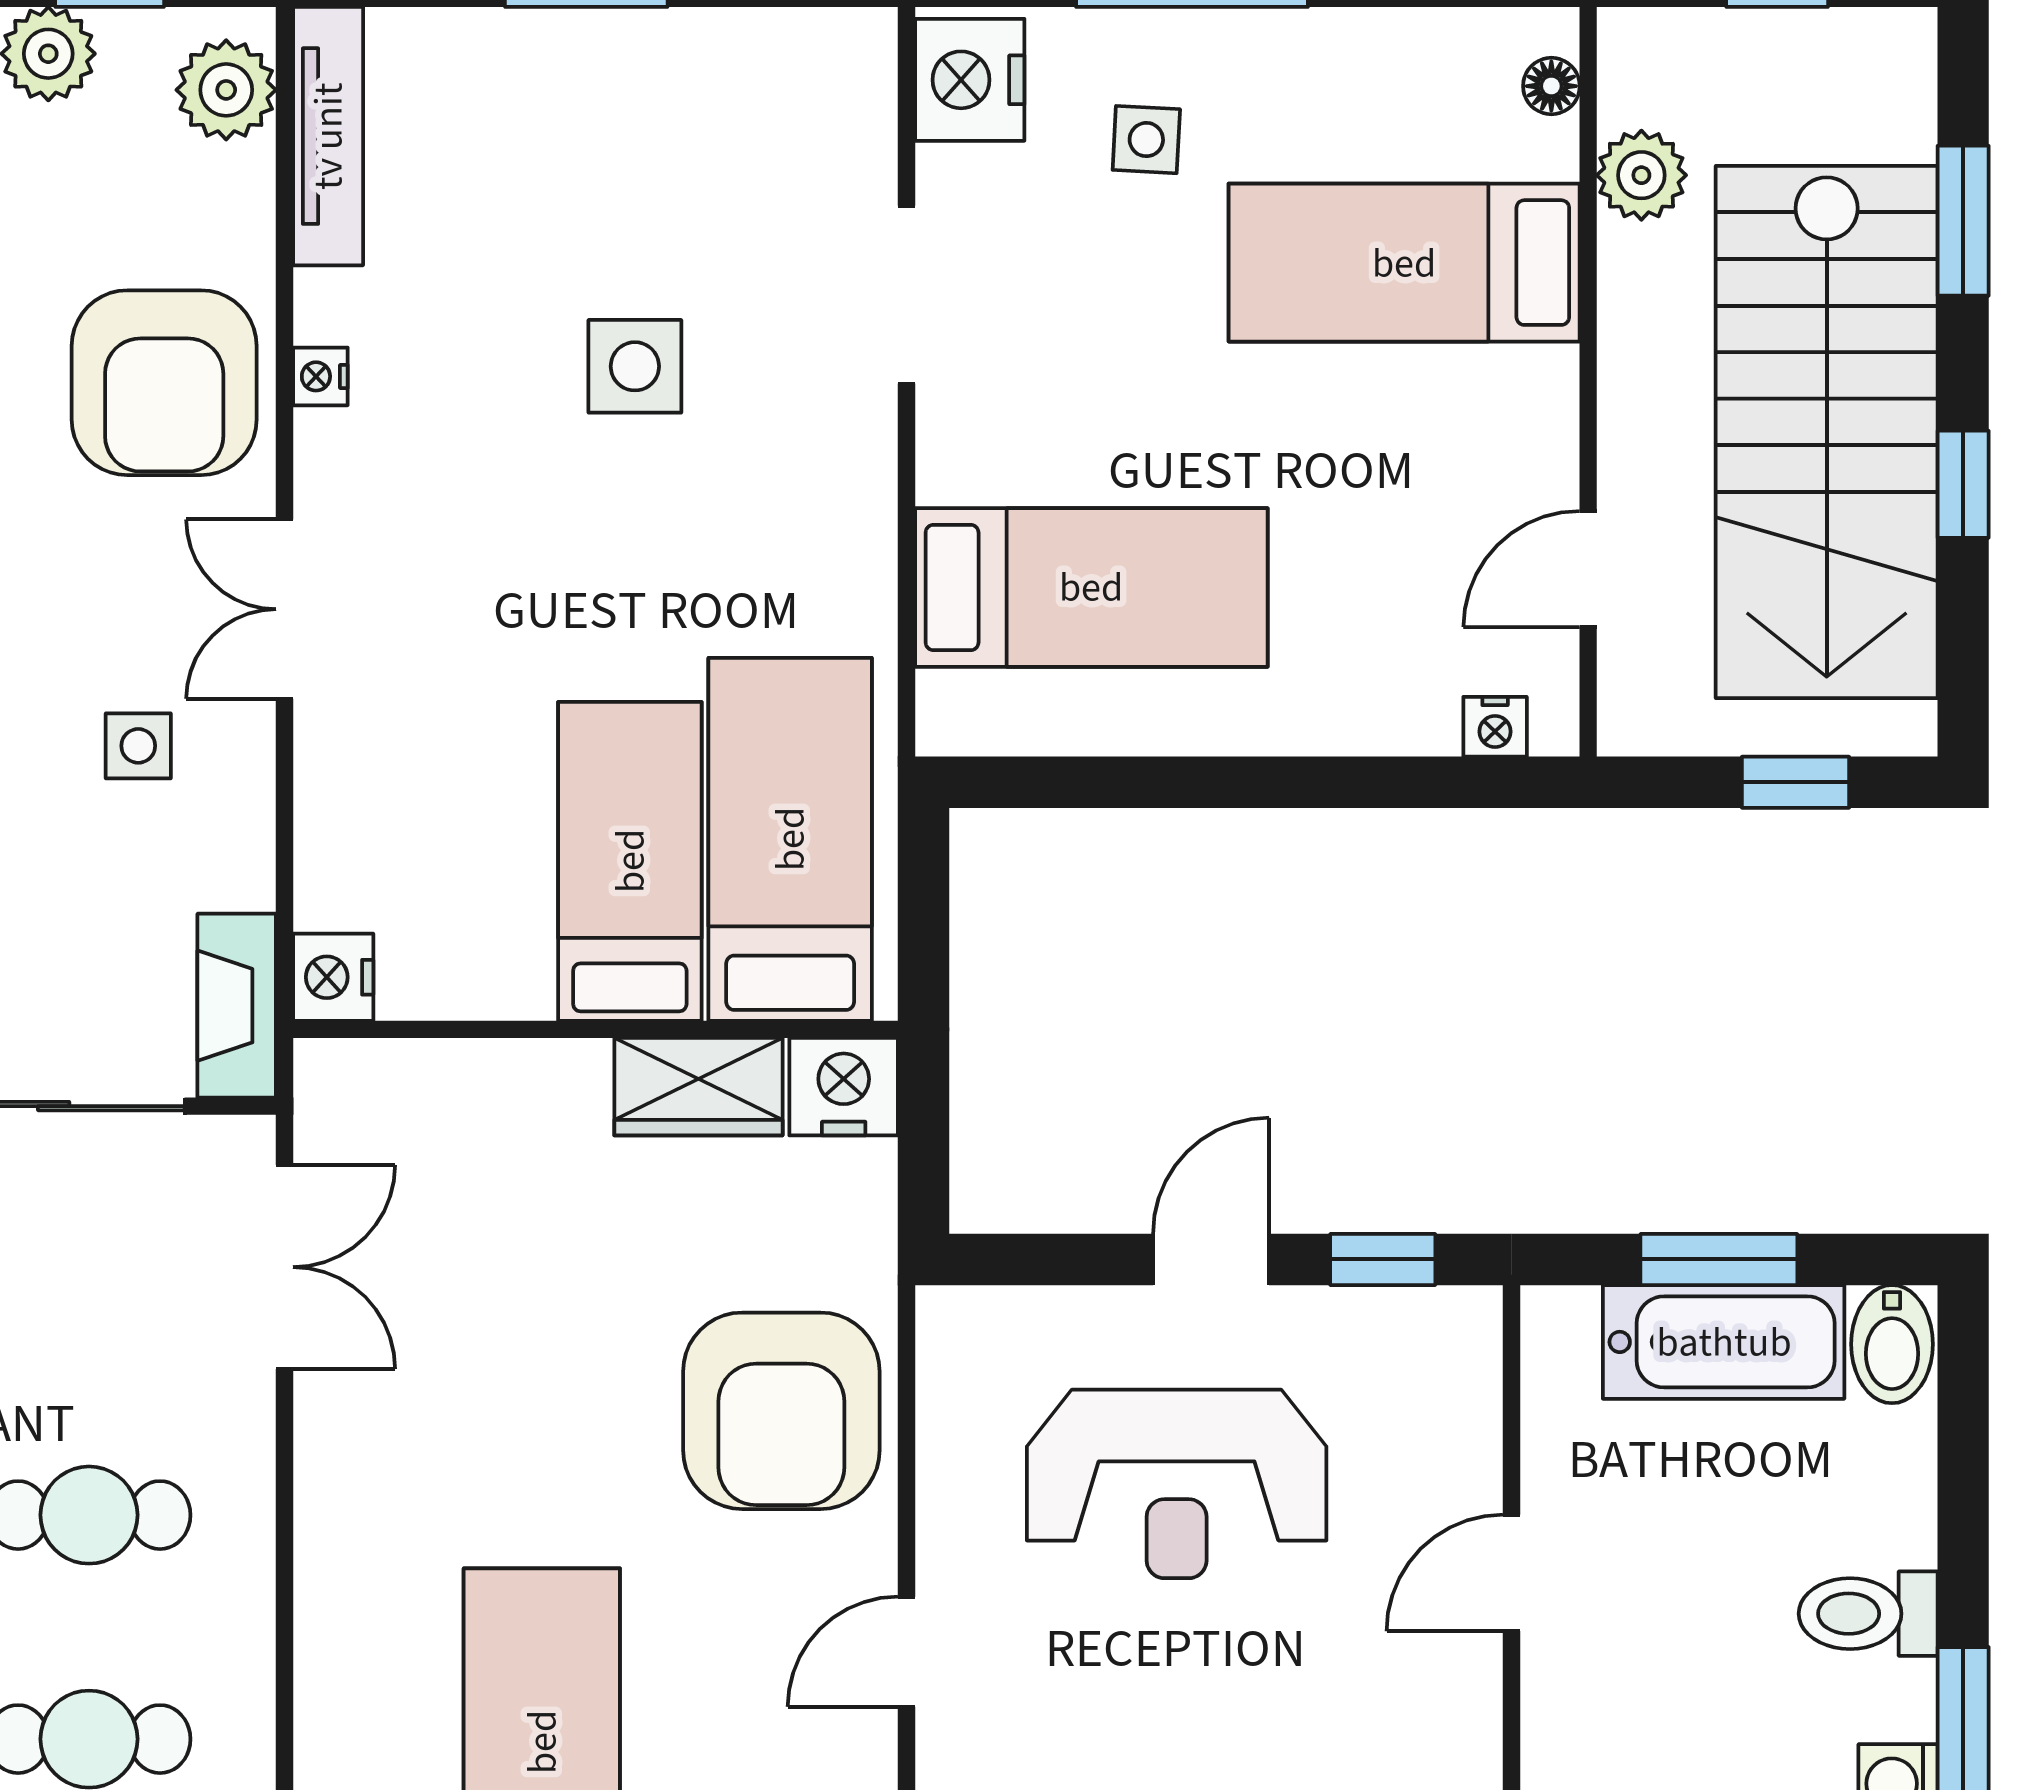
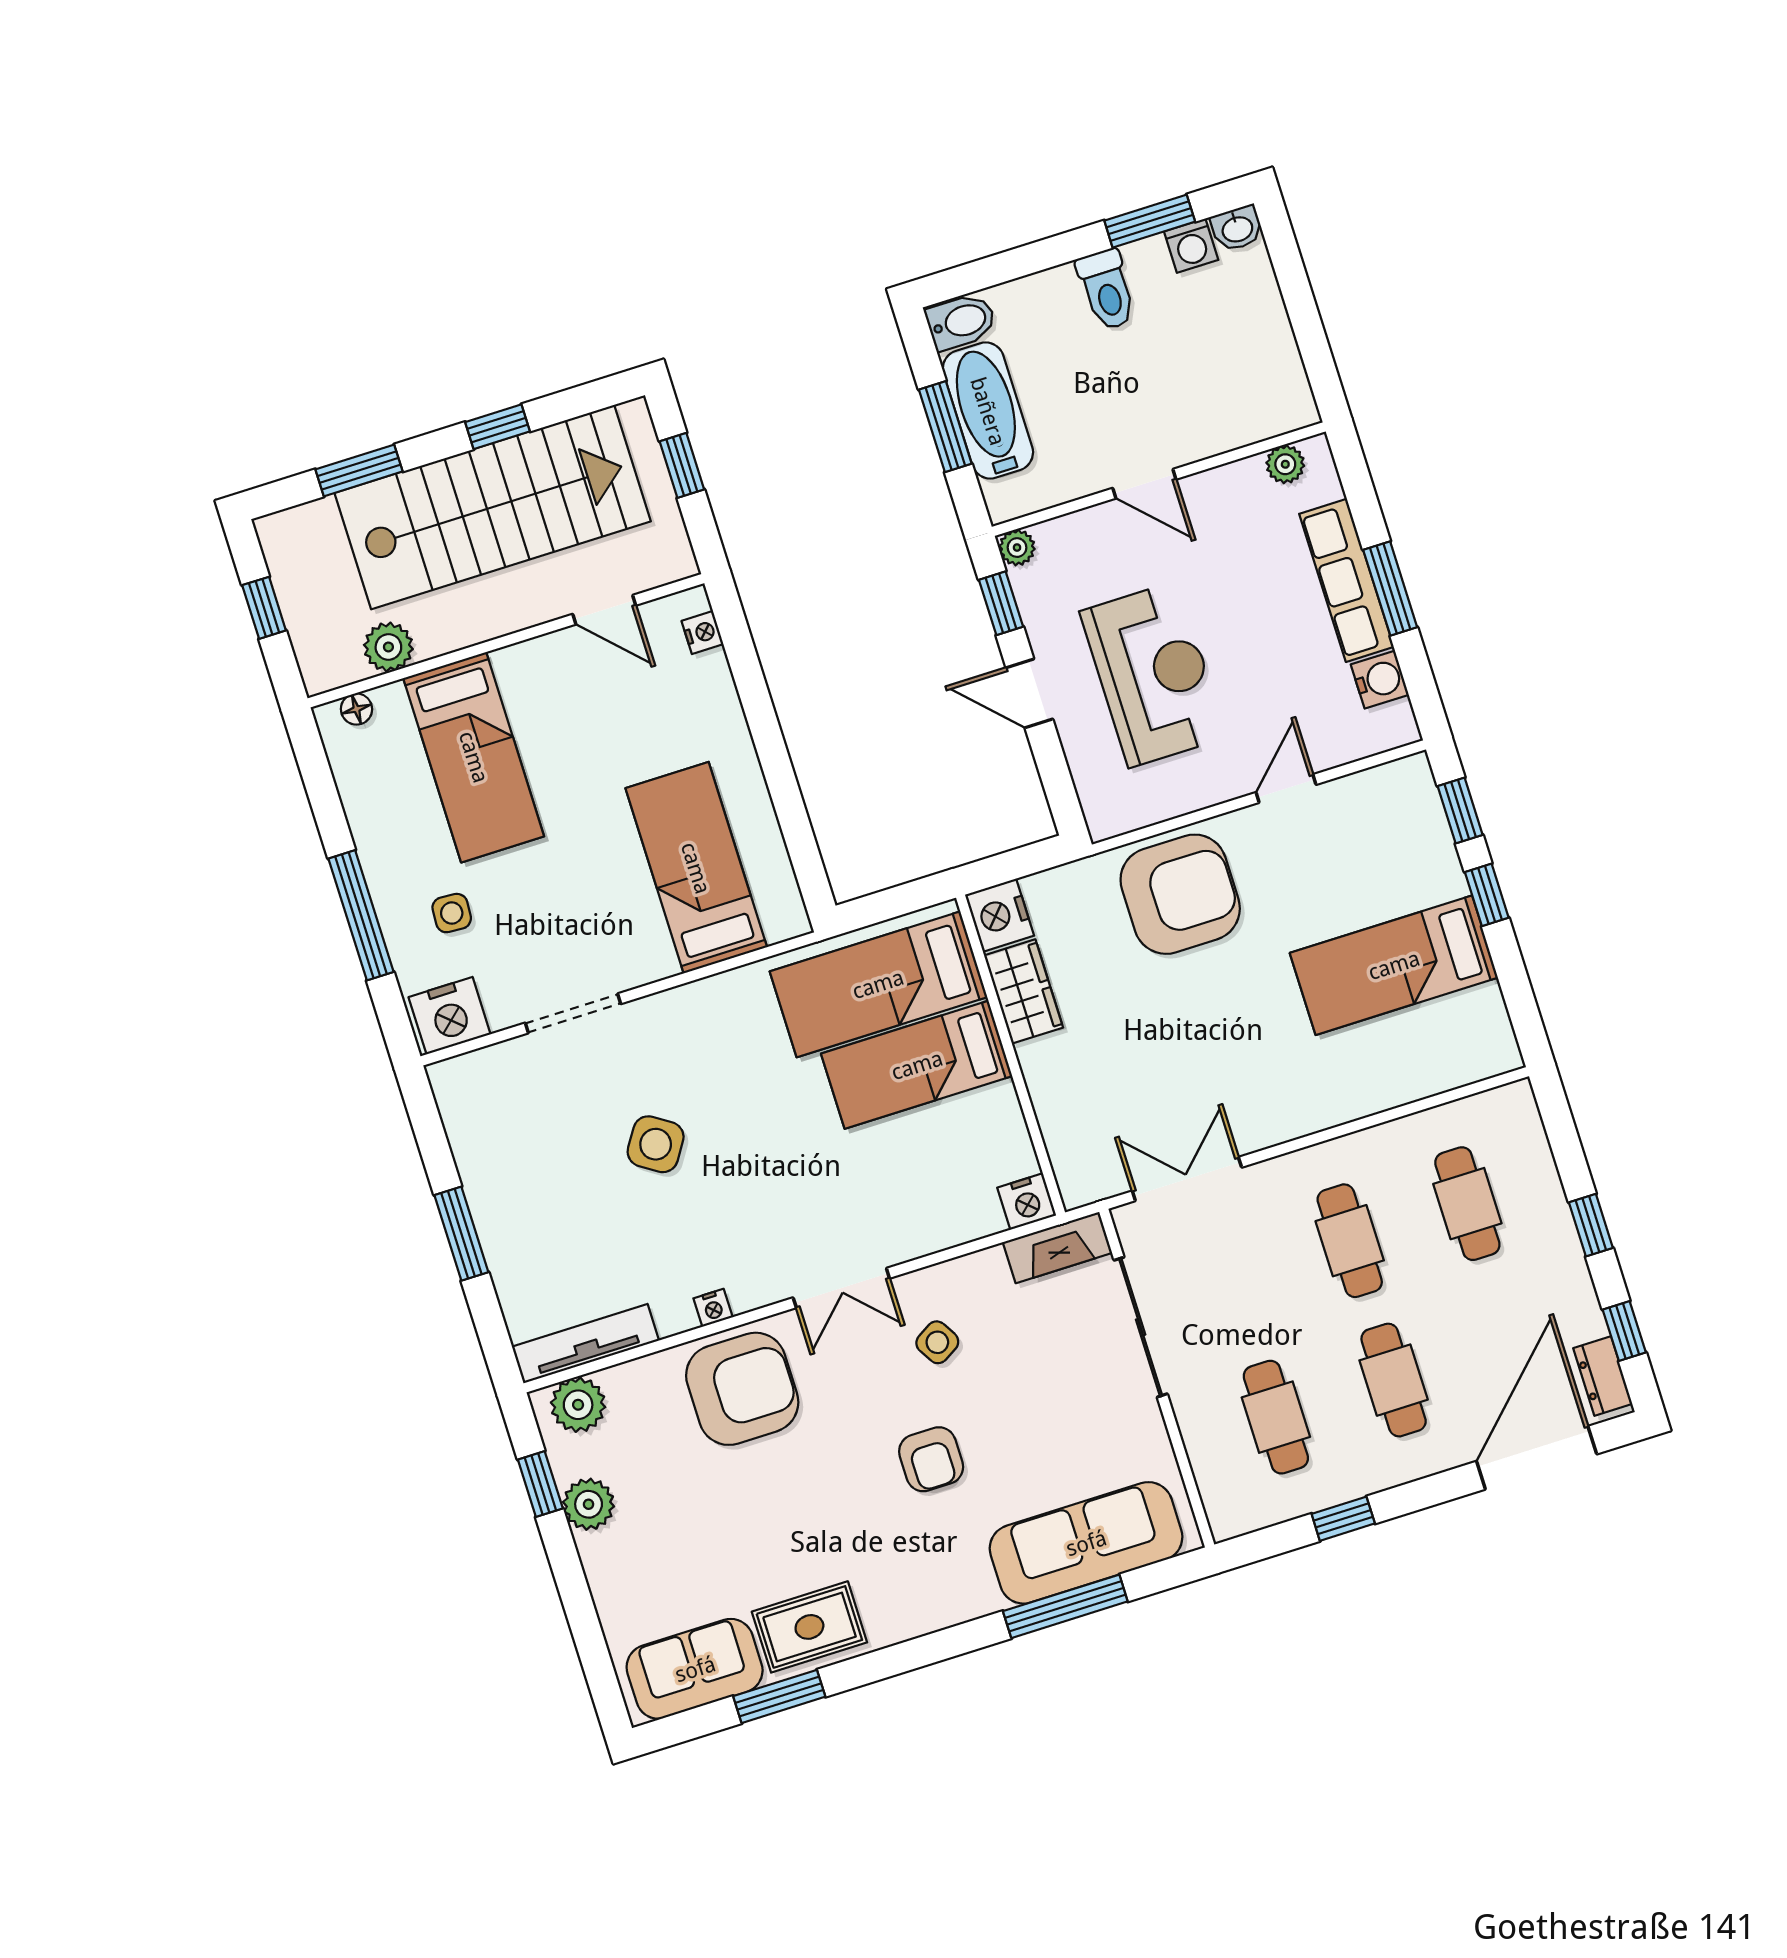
side table: (635, 366) -> (656, 1144), turned 33
side table: (138, 746) -> (937, 1342), turned -31
plant: (1470, 1318) -> (1017, 548), added
door: (907, 1652) -> (1286, 788), swing flipped

